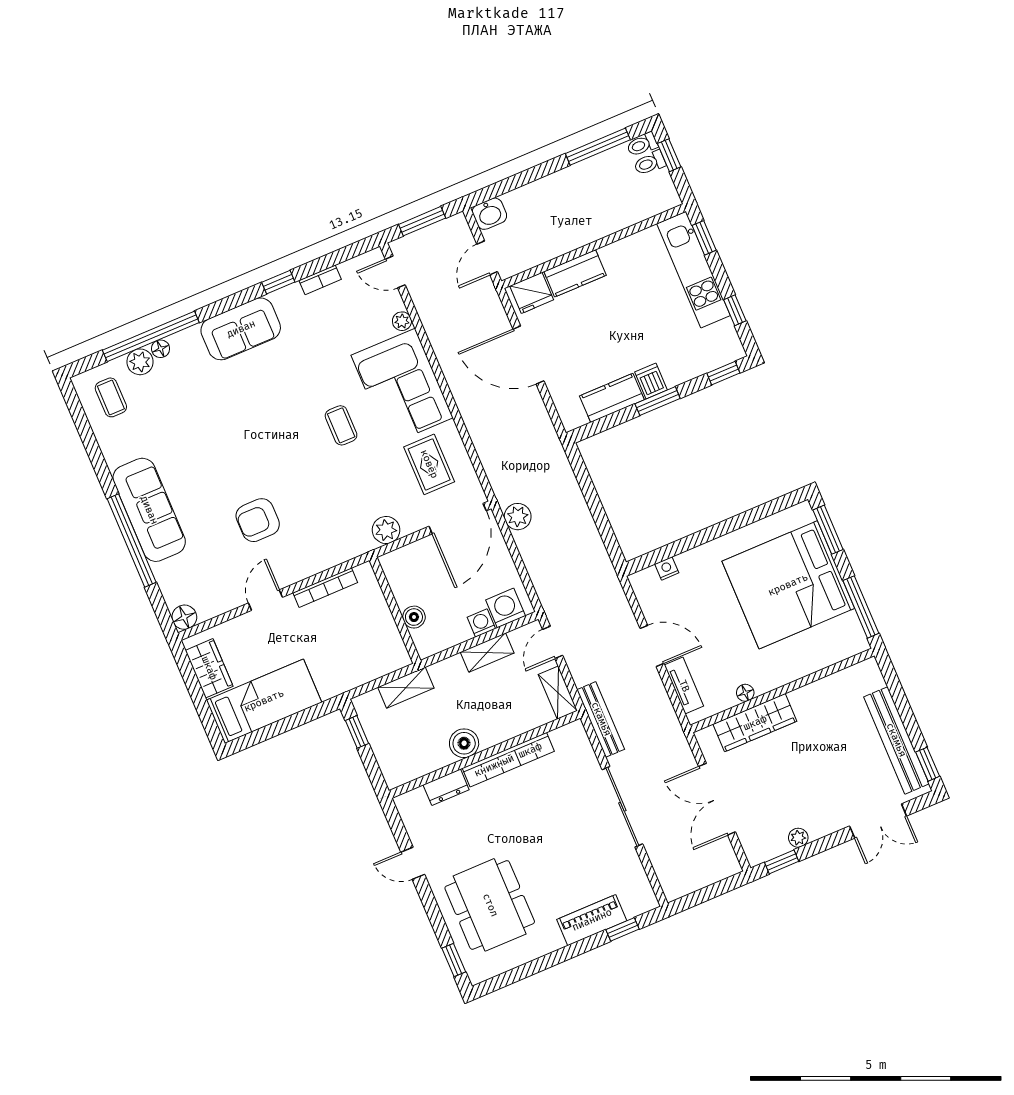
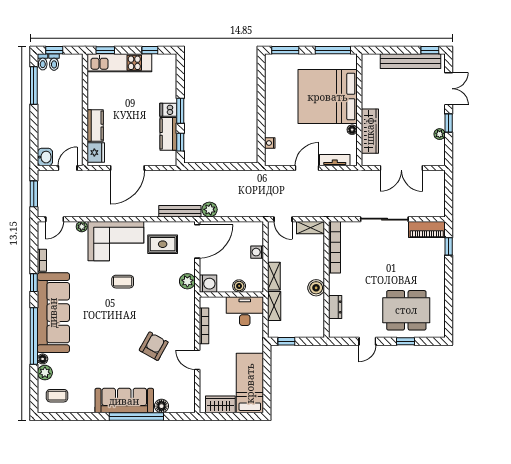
door: (487, 258) -> (68, 168), swing flipped
sofa: (241, 329) -> (53, 313), width x1.85, depth x1.27
window: (151, 336) -> (34, 336), moved
window: (723, 373) -> (180, 142), moved
door: (458, 519) -> (197, 241), hinge flipped
armchair: (258, 520) -> (154, 346), turned -151
bed: (788, 585) -> (328, 97), moved, turned 90
washing machine: (506, 608) -> (208, 284), moved, turned 180
floor lamp: (184, 617) -> (161, 406), moved
desk: (377, 644) -> (245, 311), added
shelving: (487, 653) -> (274, 276), moved
bench: (601, 719) -> (180, 211), moved
bookcase: (508, 760) -> (334, 247), moved
window: (782, 862) -> (449, 123), moved
piano: (592, 920) -> (427, 229), moved, turned -90
window: (454, 960) -> (405, 341), moved

